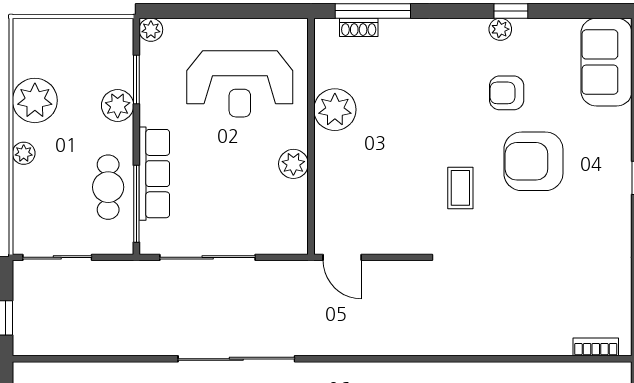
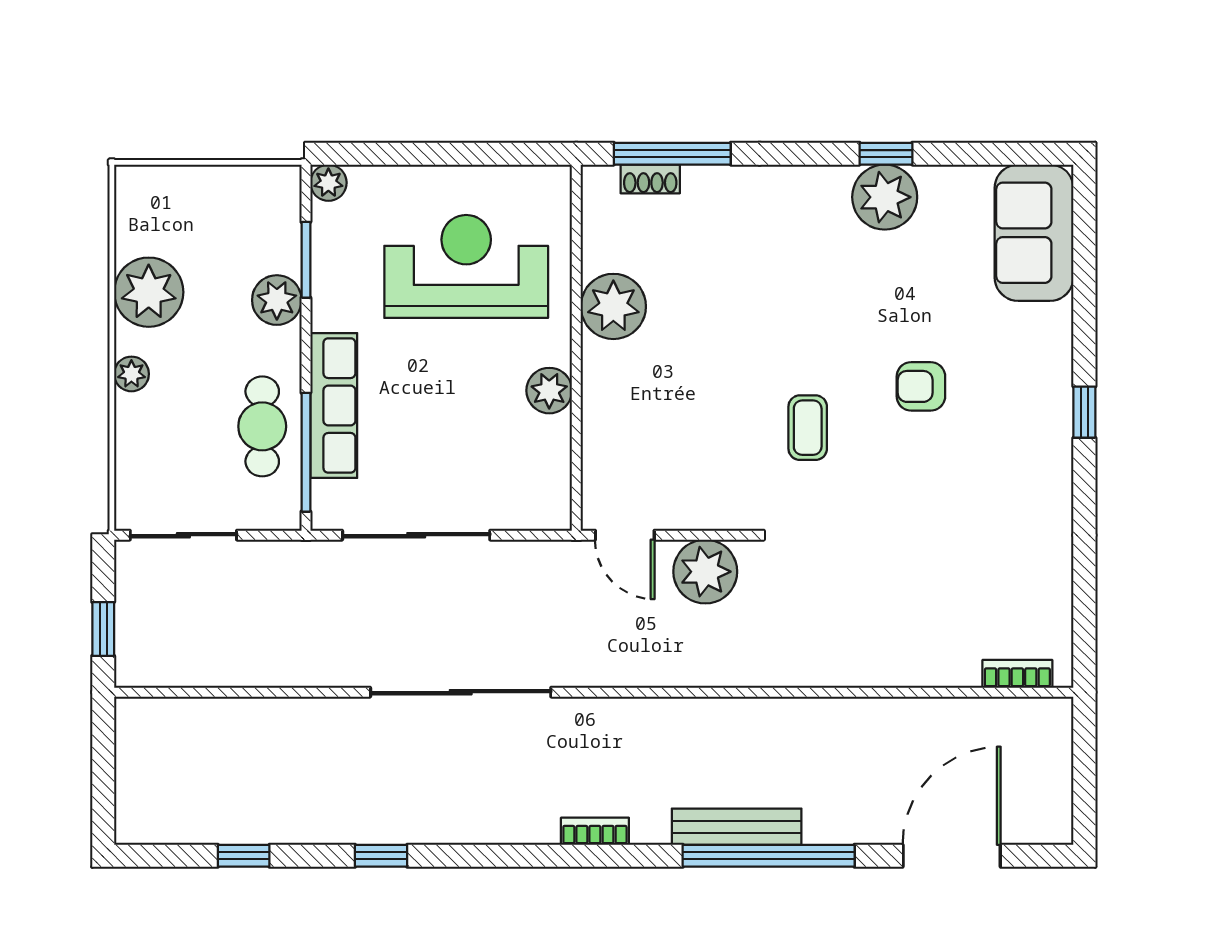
plant: (500, 29) -> (885, 197), width x1.87, depth x1.87
reception desk: (240, 84) -> (466, 266), turned 180
armchair: (507, 93) -> (879, 281), removed
armchair: (533, 161) -> (921, 386), width x0.53, depth x0.53
plant: (394, 281) -> (705, 572), added

